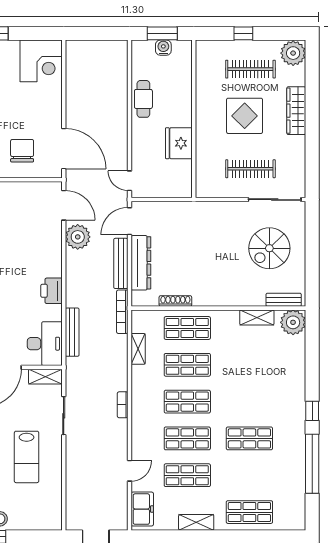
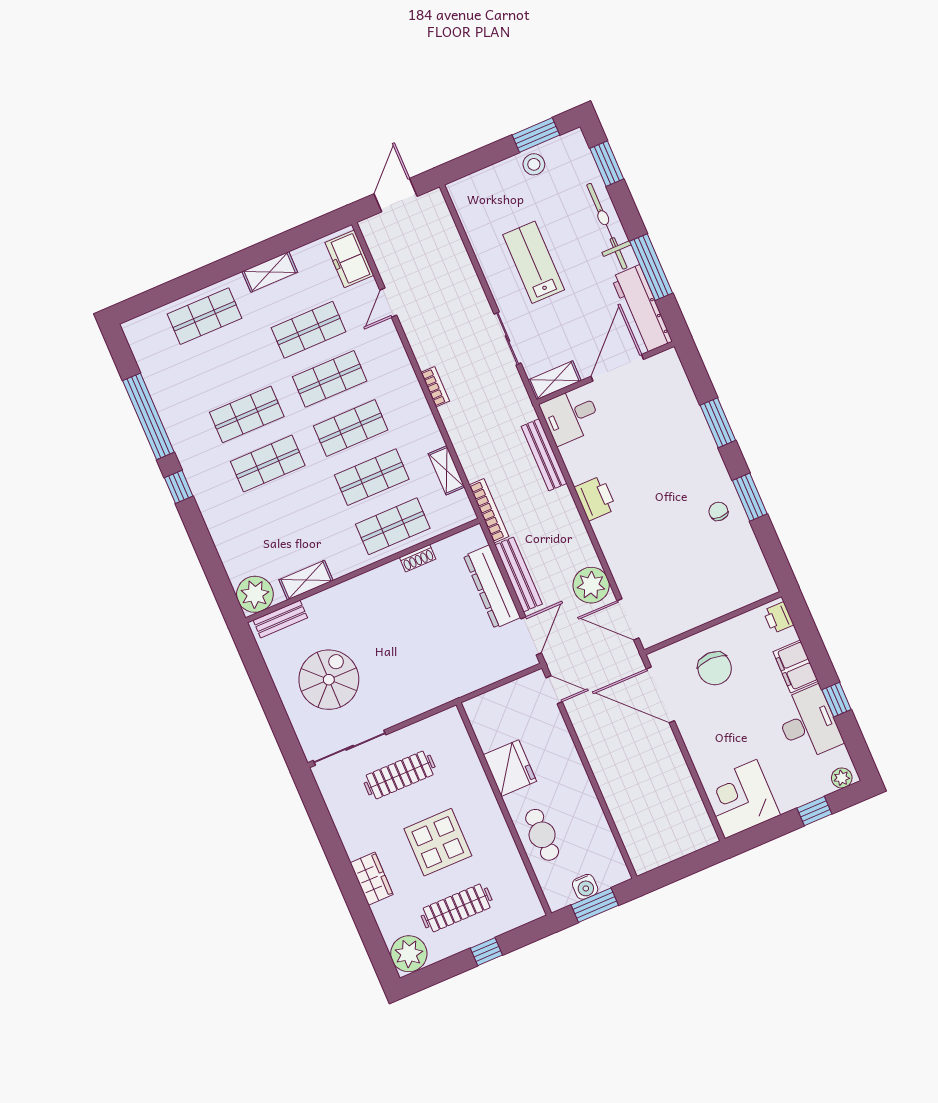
cafe table: (143, 99) -> (542, 835), moved
wardrobe: (296, 111) -> (372, 879), width x0.67
shoe rack: (175, 301) -> (418, 558), width x0.70
desk: (45, 344) -> (571, 416), width x0.73
shop shelf: (249, 402) -> (268, 464), added

